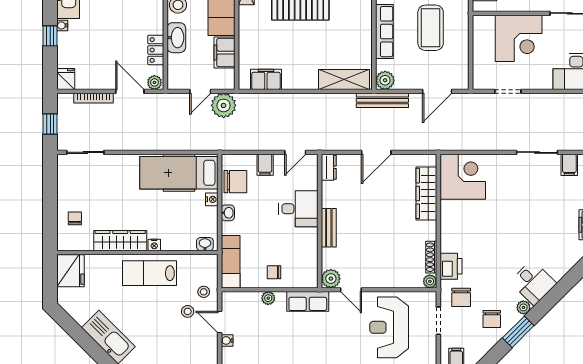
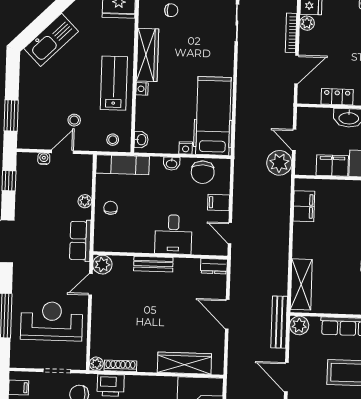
plant: (154, 82) -> (307, 23), moved
stool: (204, 292) -> (113, 140), moved

